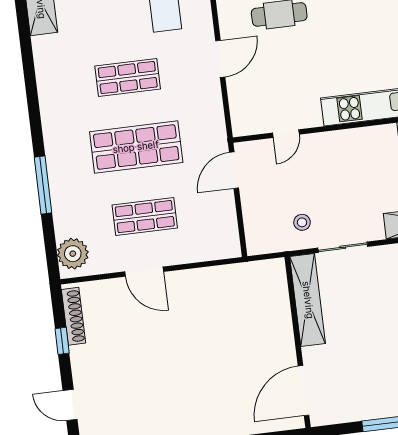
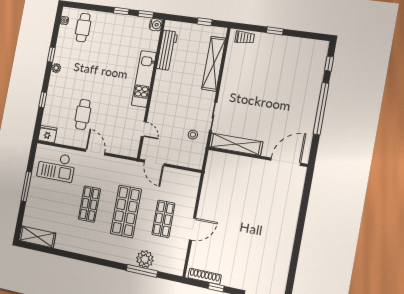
window: (43, 185) -> (142, 271), moved
plant: (73, 254) -> (145, 259), moved
door: (304, 391) -> (286, 162), swing flipped

